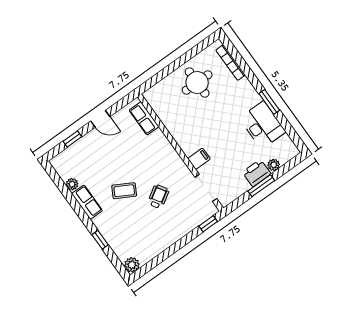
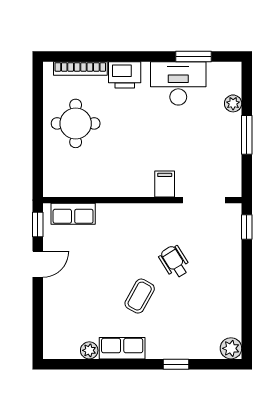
window: (269, 102) -> (194, 57), moved
window: (72, 139) -> (38, 225), moved
printer: (257, 173) -> (125, 75), moved, turned -90

